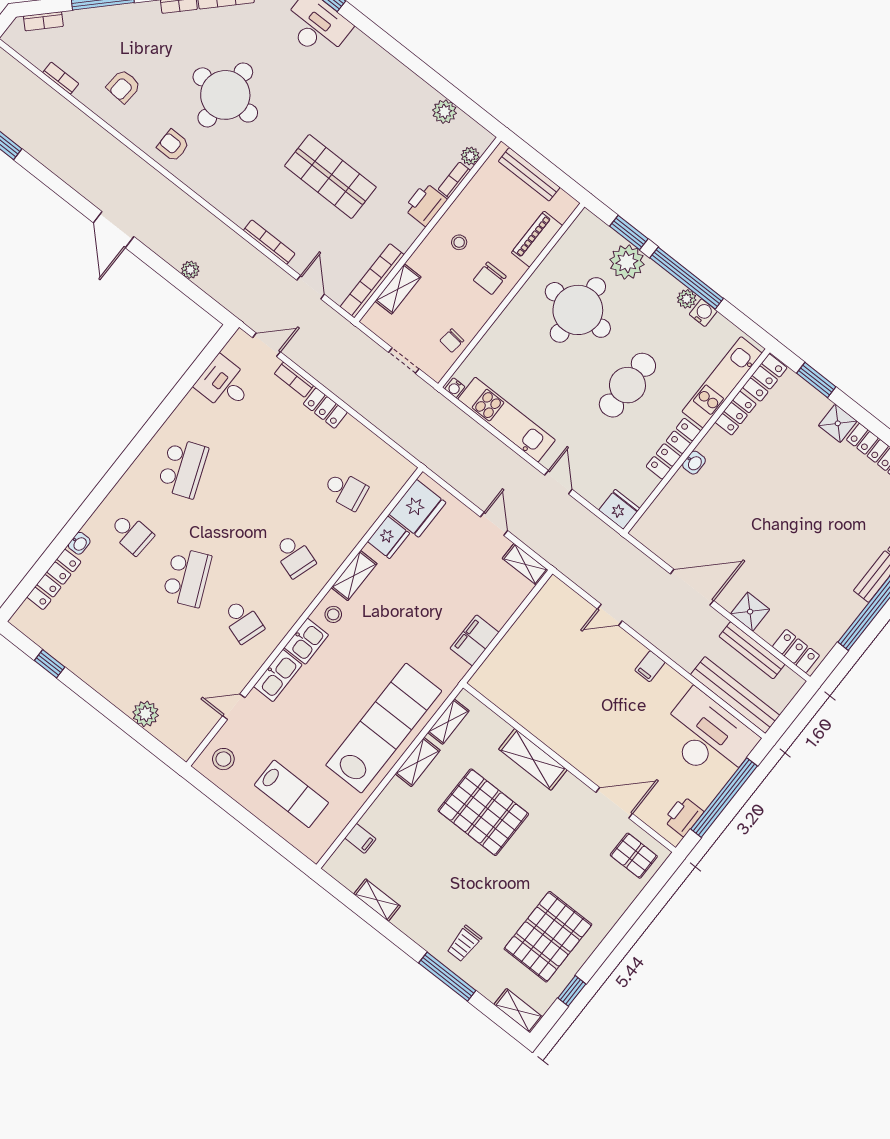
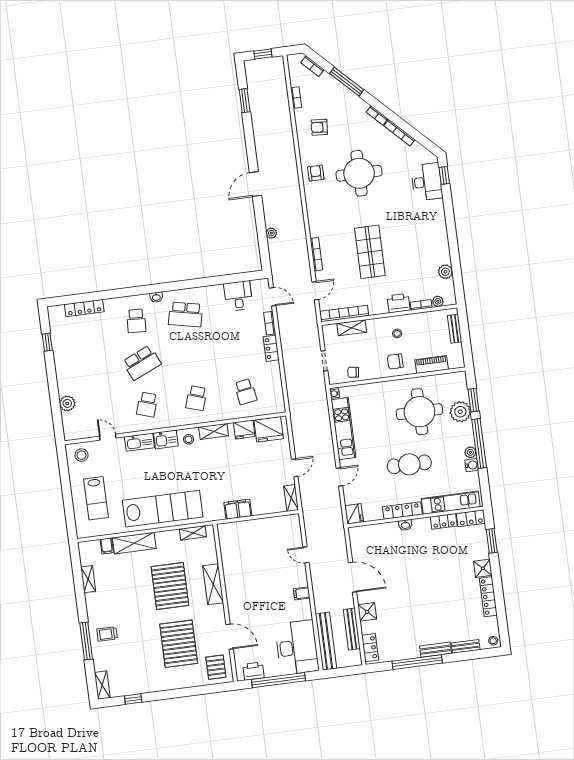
bench: (529, 174) -> (455, 329), width x0.73
school desk: (183, 468) -> (185, 314), turned 33
washbasin: (79, 543) -> (156, 297), moved
shelving: (418, 762) -> (134, 543), moved, width x1.50, depth x1.33
pallet: (548, 937) -> (179, 644), moved, turned 90

